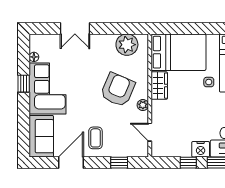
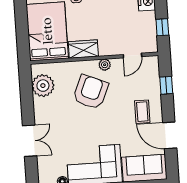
armchair: (118, 90) -> (91, 92), turned 90
coffee table: (95, 138) -> (142, 112), turned 90
window: (188, 163) -> (162, 27), moved

